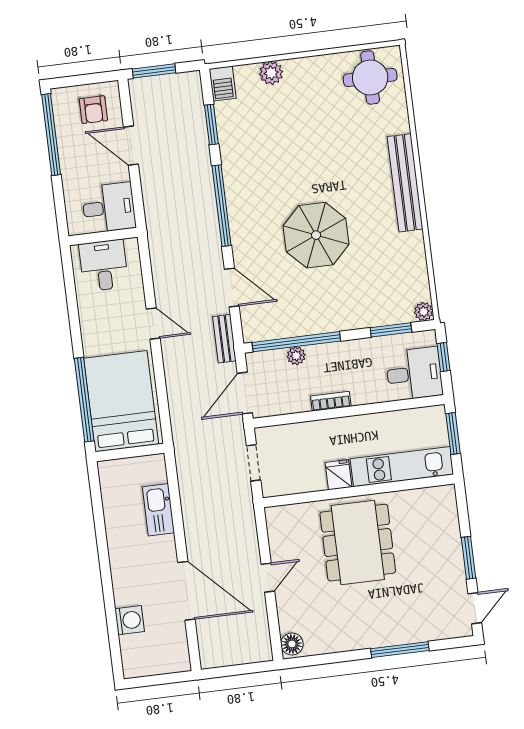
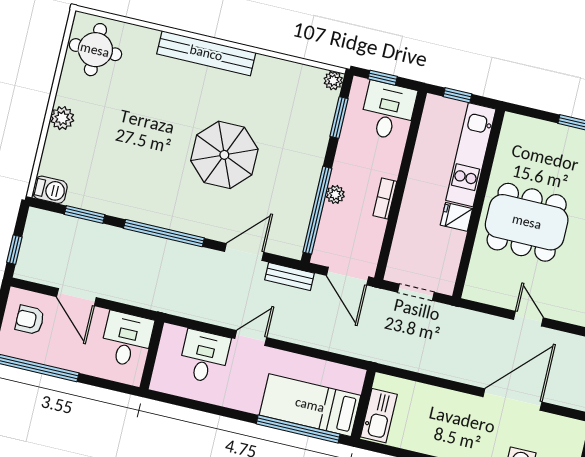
window: (154, 71) -> (14, 250), width x0.67
plant: (271, 73) -> (62, 118), moved
armchair: (93, 110) -> (30, 320), turned 180
door: (131, 146) -> (76, 297), hinge flipped
desk: (104, 265) -> (204, 357), moved, turned 90
plant: (296, 356) -> (335, 194), moved
bed: (121, 401) -> (310, 405), width x0.67
window: (453, 434) -> (458, 95), width x0.67
kitchen sink: (158, 510) -> (379, 416), moved, turned -90

